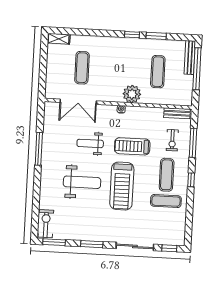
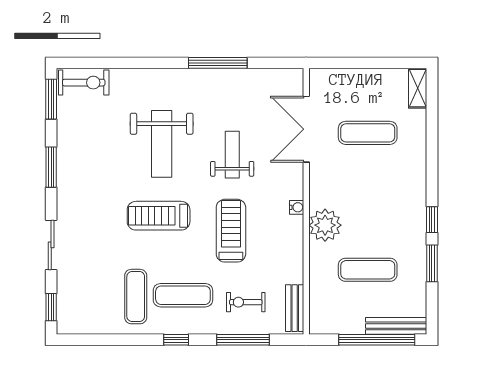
treadmill: (122, 186) -> (159, 216), width x0.73, depth x0.73
sliding door: (135, 246) -> (51, 245), width x0.73

